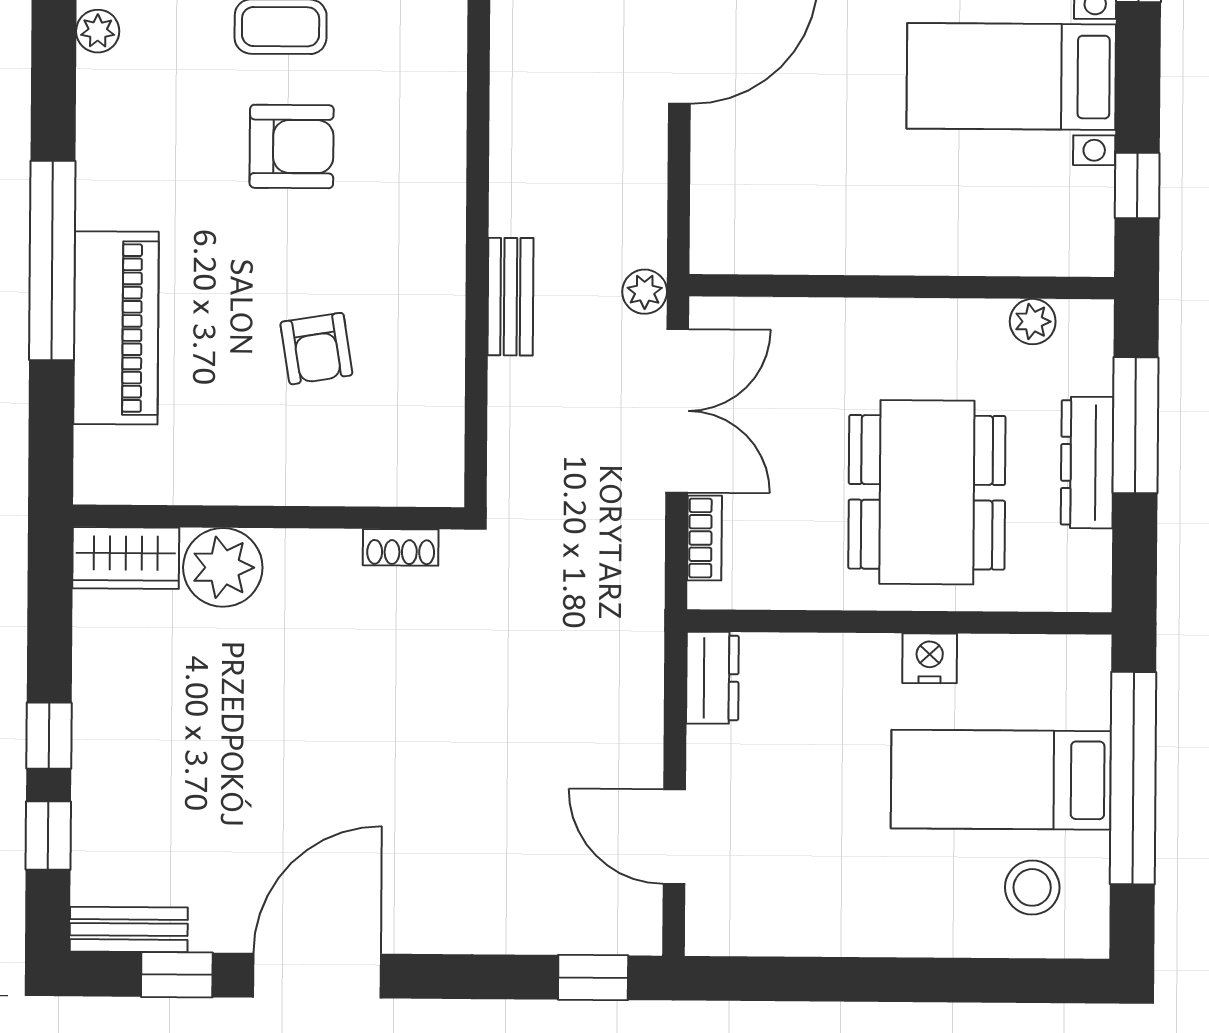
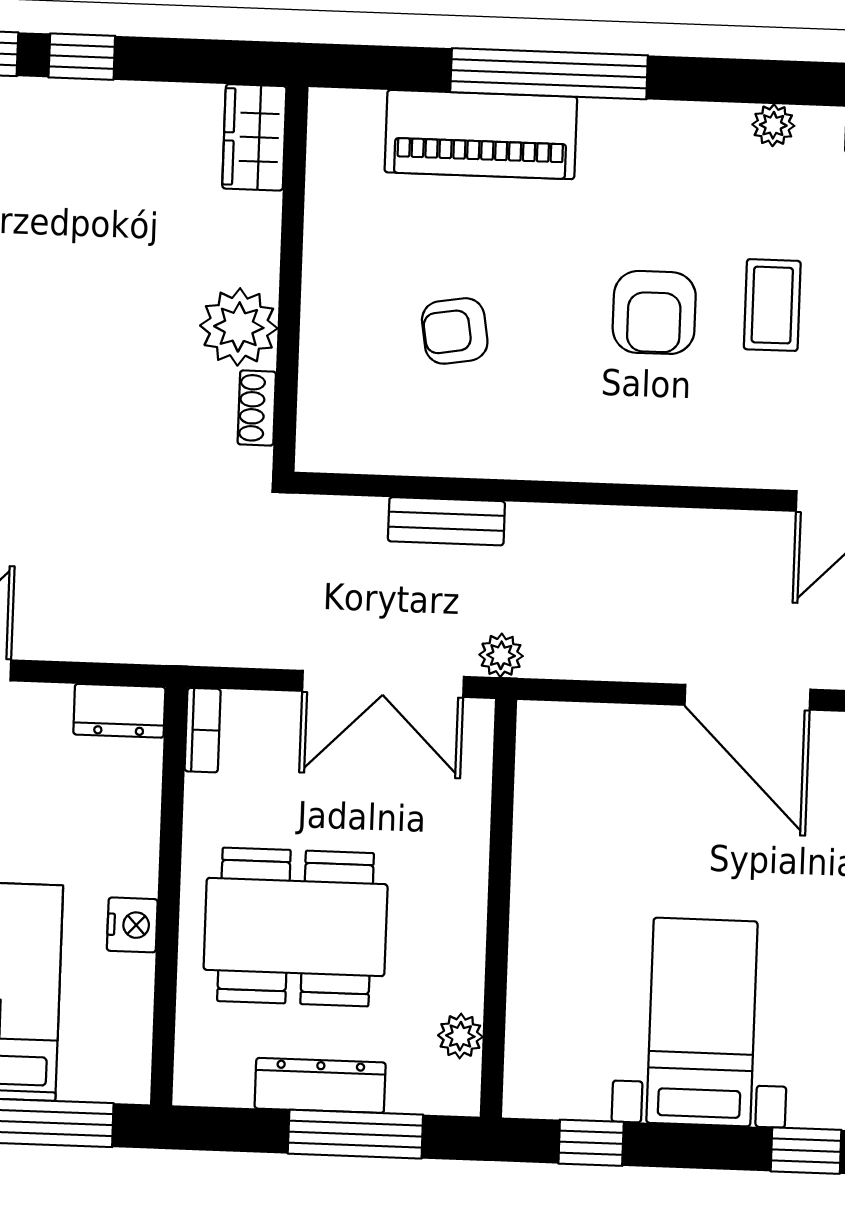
bench: (510, 297) -> (446, 521), moved
bookcase: (705, 538) -> (203, 730), moved, turned -90
plant: (223, 567) -> (239, 327), moved

